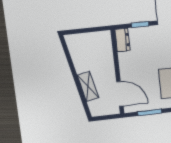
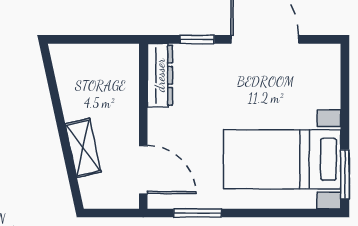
dresser: (123, 40) -> (160, 75), width x1.44

